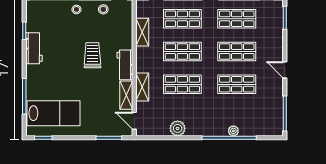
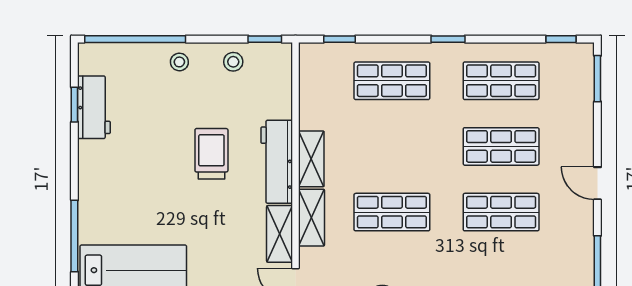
shelving: (142, 32) -> (311, 159), moved
workbench: (34, 48) -> (94, 107), moved
shop shelf: (182, 52) -> (392, 146), removed
workbench: (125, 65) -> (277, 162), width x1.38

